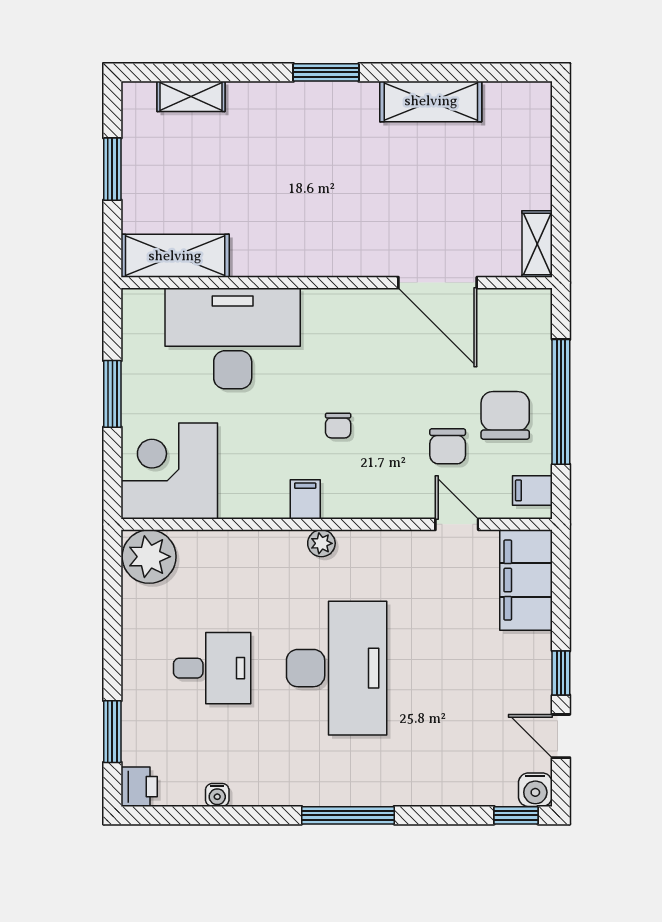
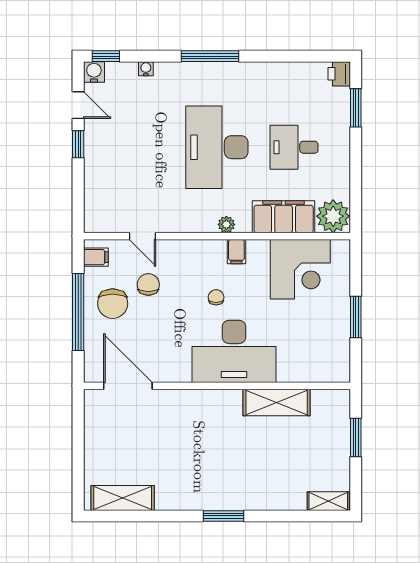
shelving: (191, 96) -> (328, 501), moved
shelving: (431, 101) -> (123, 498), moved
window: (112, 169) -> (356, 438), moved
shelving: (537, 244) -> (93, 410), removed
shelving: (175, 256) -> (277, 402), moved
door: (438, 283) -> (128, 386), moved
desk: (233, 338) -> (234, 351), moved
corner desk: (169, 471) -> (300, 269), moved
filing cabinet: (526, 580) -> (284, 217), moved, turned -90
water cooler: (217, 795) -> (146, 69), moved

